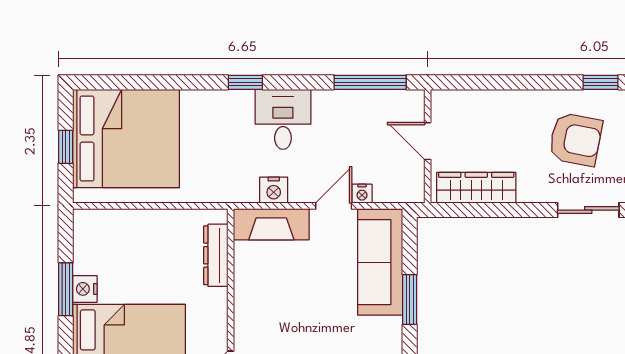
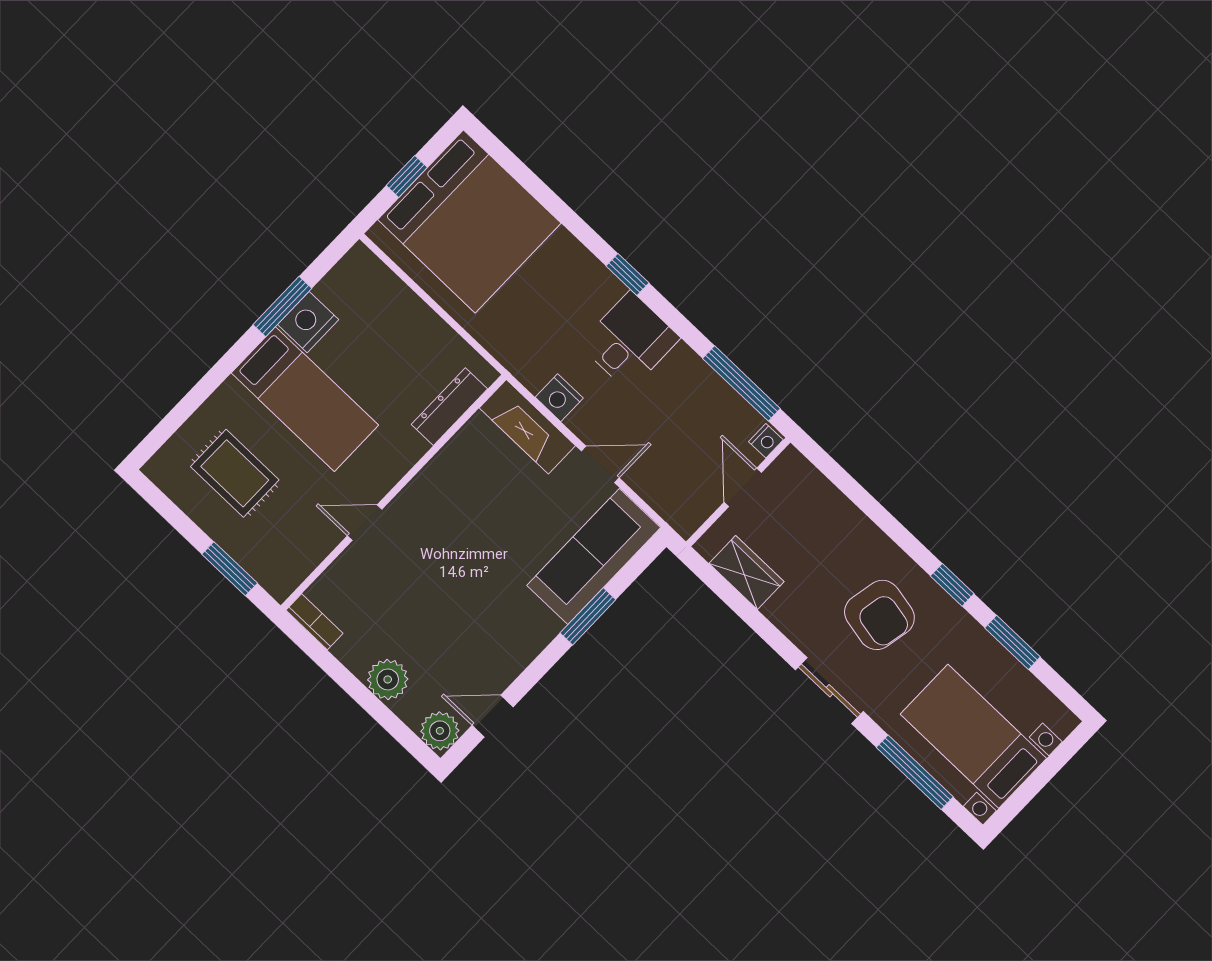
wardrobe: (476, 188) -> (747, 572), width x0.67
nightstand: (362, 194) -> (766, 441), moved, turned -90
nightstand: (85, 289) -> (308, 322), width x1.36, depth x1.33

